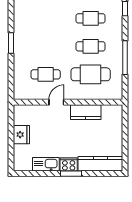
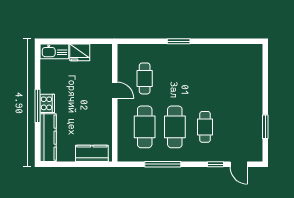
cafe table: (91, 46) -> (175, 127), width x1.37, depth x1.35
kitchen counter: (86, 112) -> (92, 153), moved, turned 90
kitchen sink: (46, 164) -> (54, 51), moved, turned 90
window: (71, 174) -> (38, 106), width x1.44

